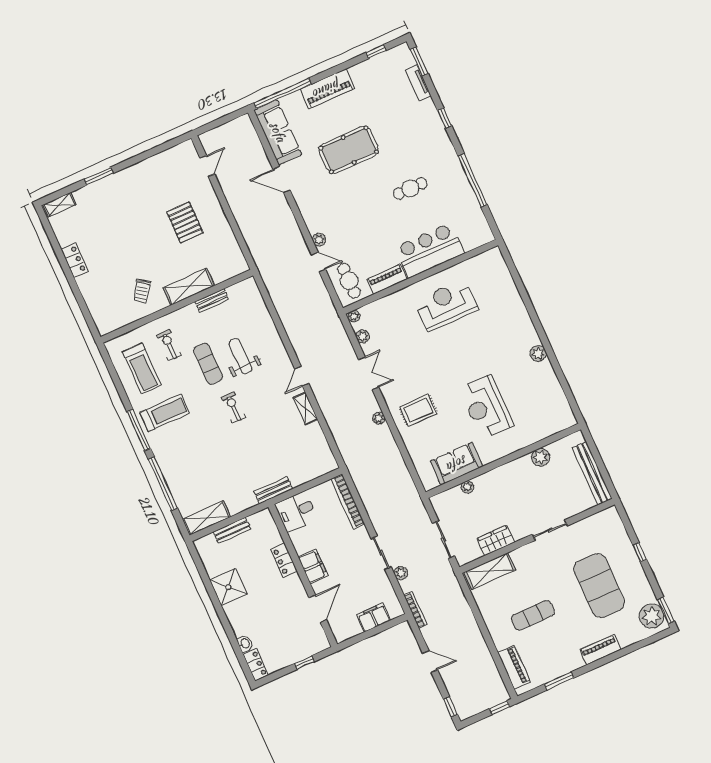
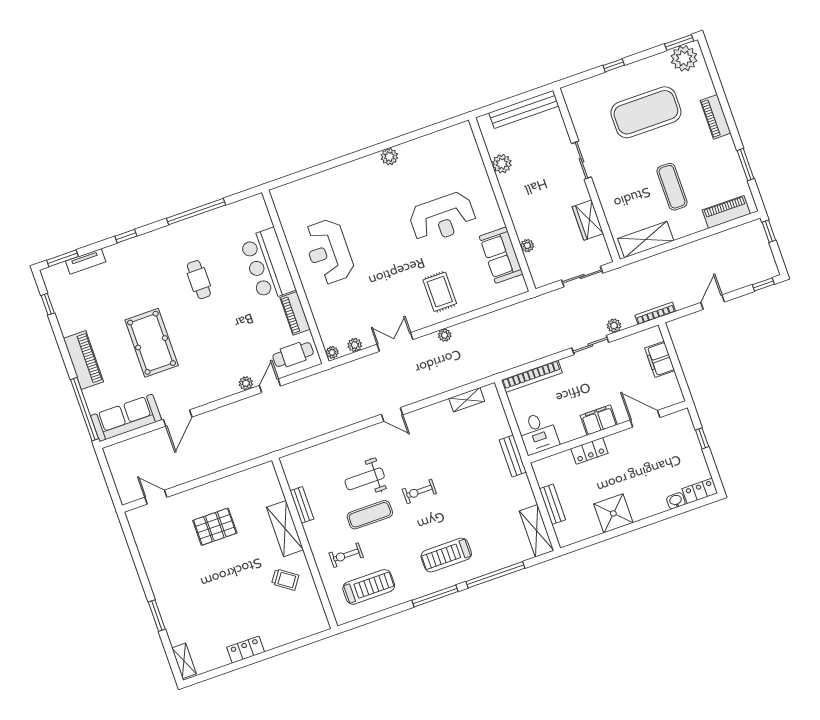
shelving: (305, 408) -> (467, 400), moved
treadmill: (165, 413) -> (446, 555), moved, turned -90
shelving: (490, 571) -> (646, 240), moved, turned 90

